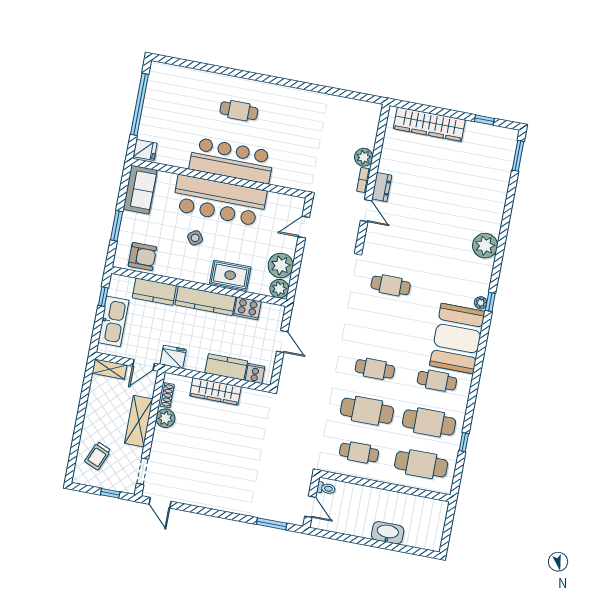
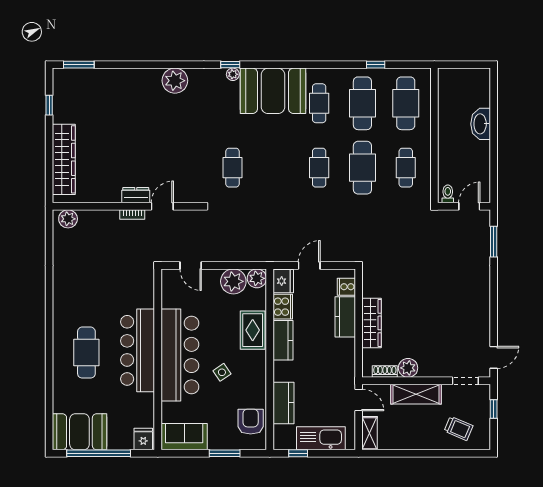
booth: (164, 90) -> (79, 432), added
cafe table: (239, 111) -> (86, 353), width x1.37, depth x1.35
plant: (364, 157) -> (68, 219), moved
kitchen counter: (205, 301) -> (283, 340), width x0.67
fridge: (173, 357) -> (283, 281), moved, turned 180

